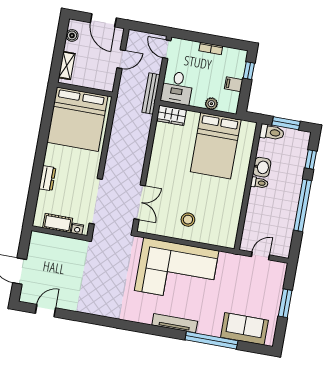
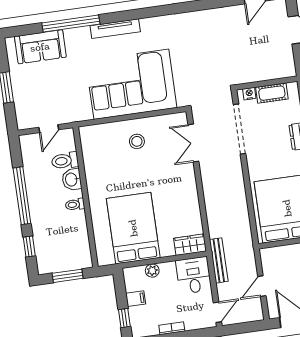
door: (167, 49) -> (217, 312), hinge flipped
toilet: (272, 132) -> (65, 161), moved
washbasin: (262, 167) -> (72, 179), moved

